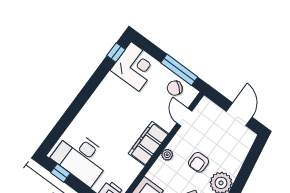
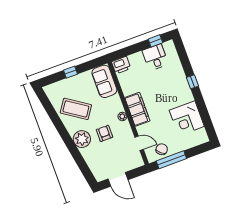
window: (116, 52) -> (192, 82), moved
corner desk: (135, 66) -> (187, 118), moved
desk: (81, 158) -> (155, 57), width x0.53, depth x0.77

